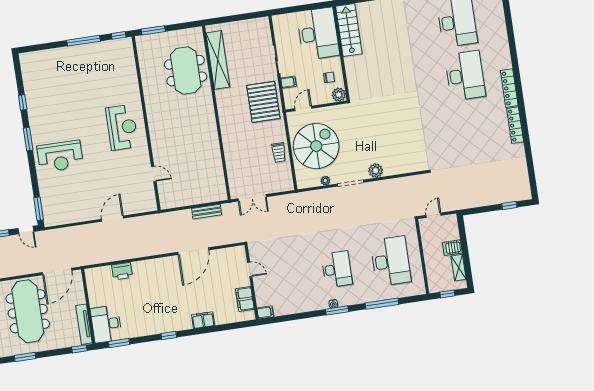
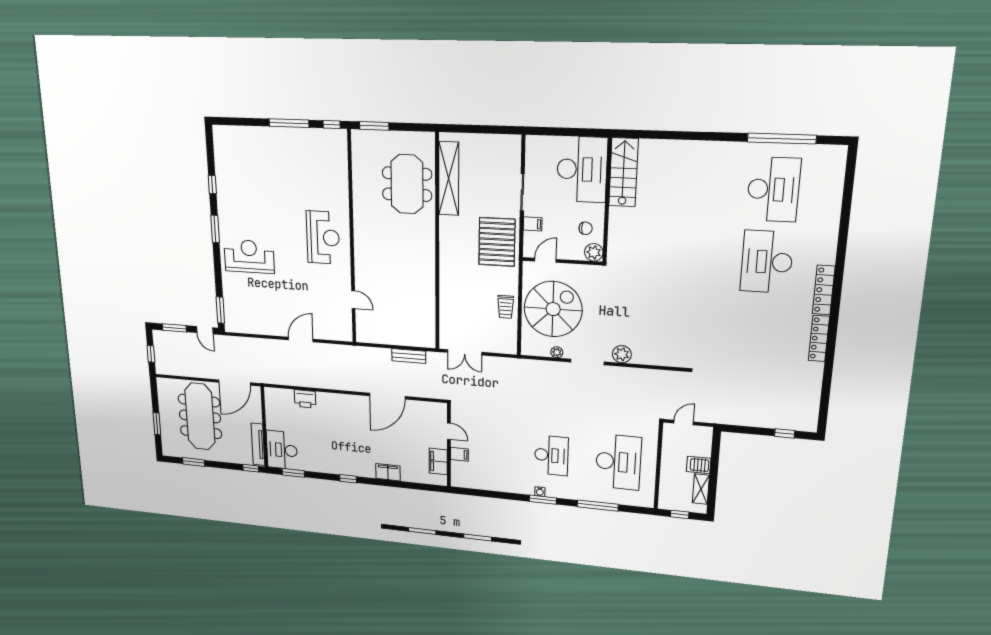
desk: (465, 76) -> (767, 262), turned 180
reception desk: (60, 156) -> (249, 256), turned 180
filing cabinet: (265, 312) -> (459, 454), moved

